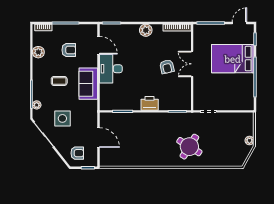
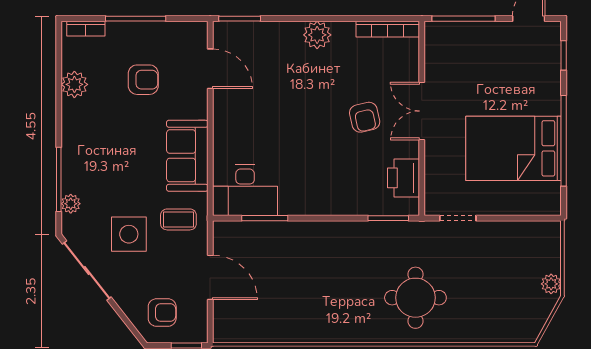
bed: (233, 59) -> (514, 148), moved
desk: (111, 69) -> (245, 190), moved, turned -90
coffee table: (59, 81) -> (178, 219), moved
printer: (150, 103) -> (404, 178), moved, turned -90
round table: (189, 147) -> (415, 298), turned -32

